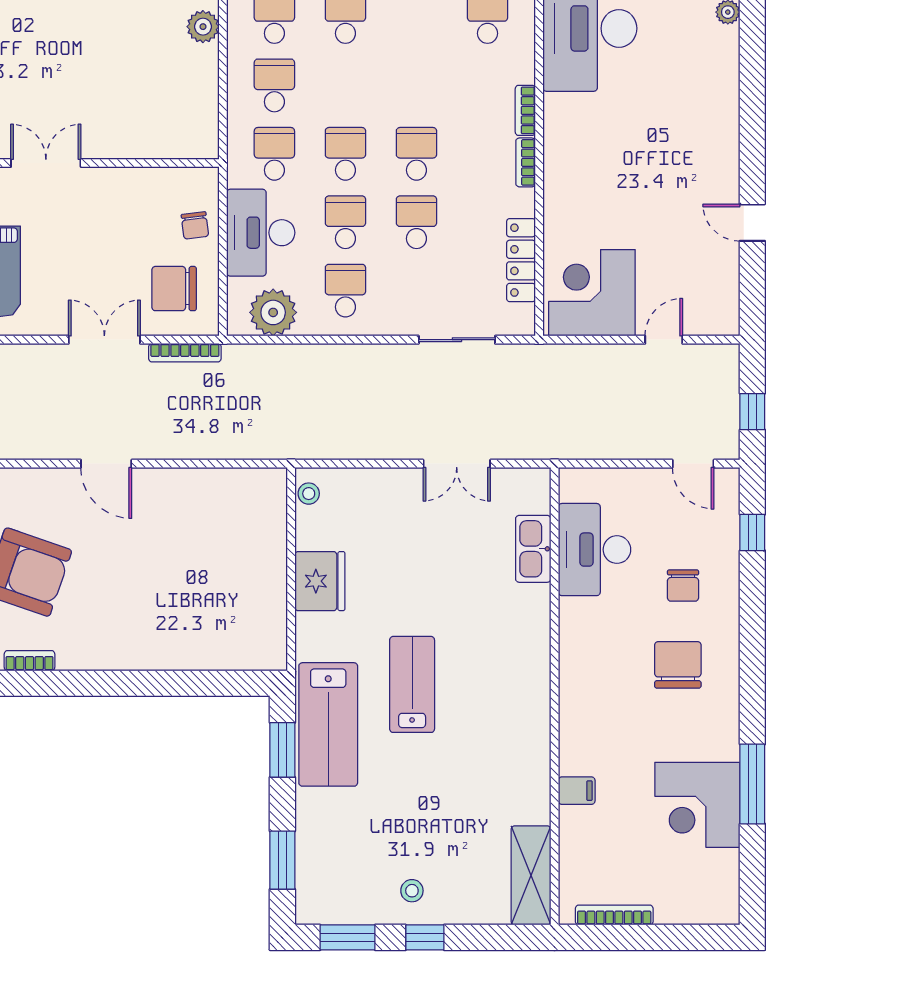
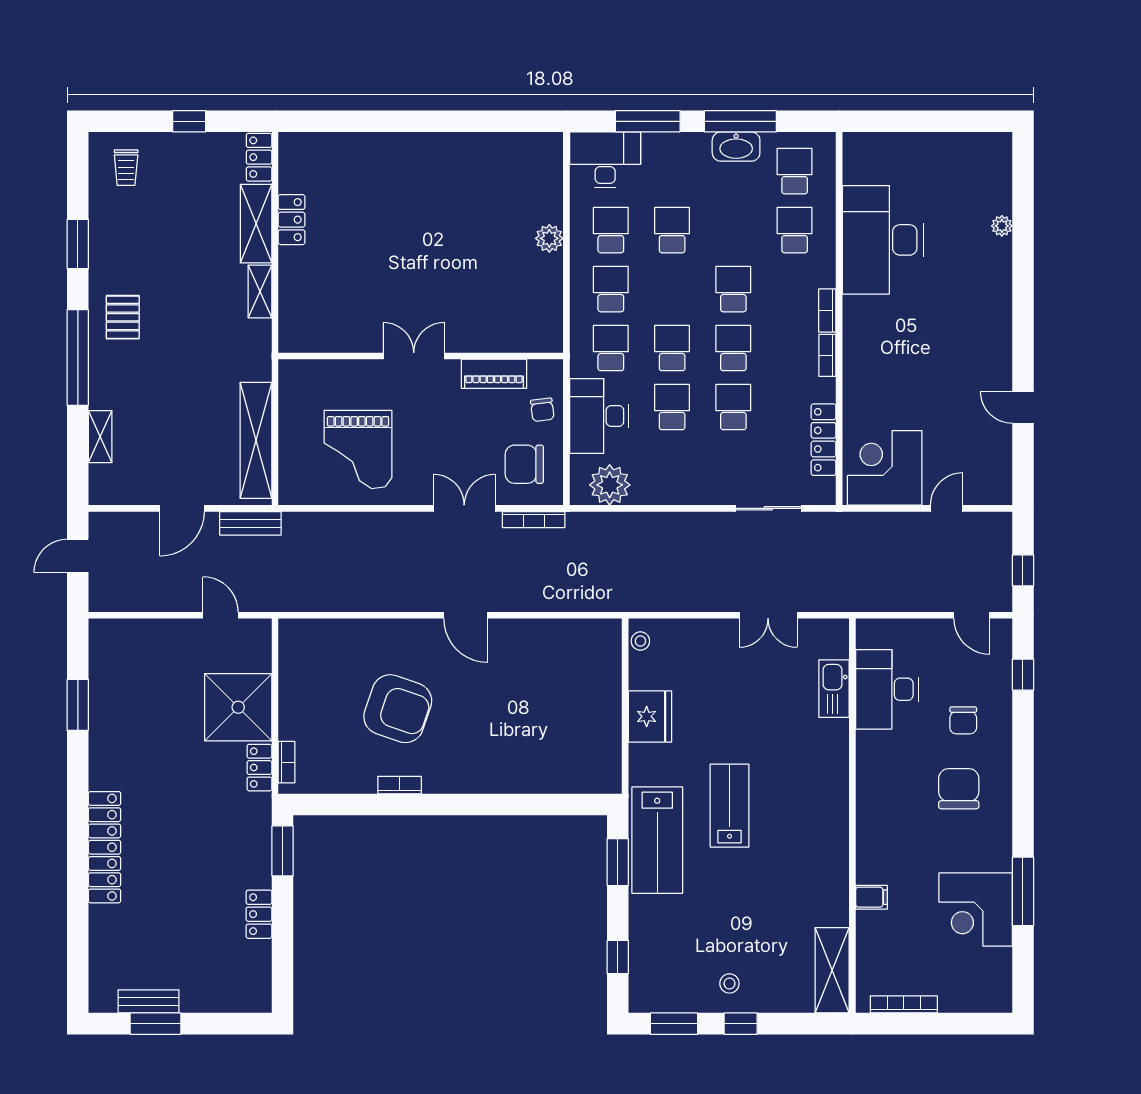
piano: (139, 184) -> (494, 374), added
school desk: (345, 291) -> (733, 289), moved
window: (282, 860) -> (618, 957), width x0.67

